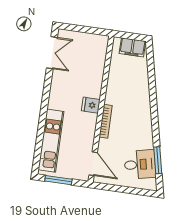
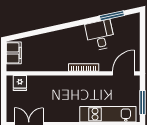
fridge: (91, 105) -> (20, 83), moved
desk: (140, 164) -> (100, 35), moved

